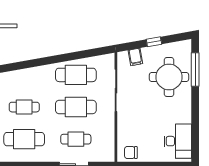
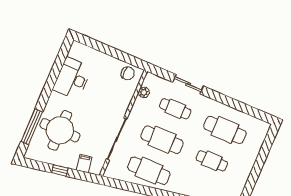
desk: (178, 141) -> (72, 78), moved
plant: (110, 142) -> (144, 92), added

